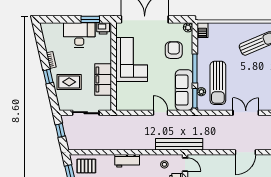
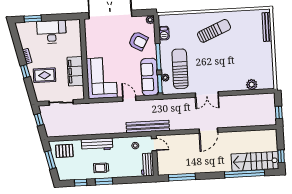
window: (90, 19) -> (33, 19), moved
printer: (103, 28) -> (73, 25), removed
barbecue: (202, 30) -> (164, 33), moved
armchair: (174, 50) -> (138, 41), turned 120
corner sofa: (132, 60) -> (102, 78), moved
sun lounger: (218, 83) -> (180, 69), turned 180
double door: (246, 113) -> (207, 95), swing flipped
workbench: (127, 161) -> (97, 144), width x1.37

